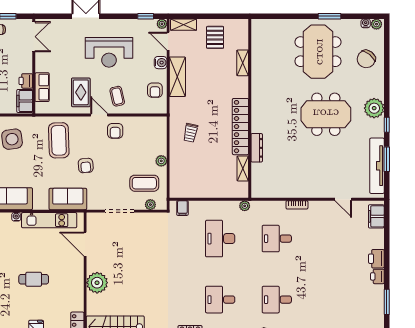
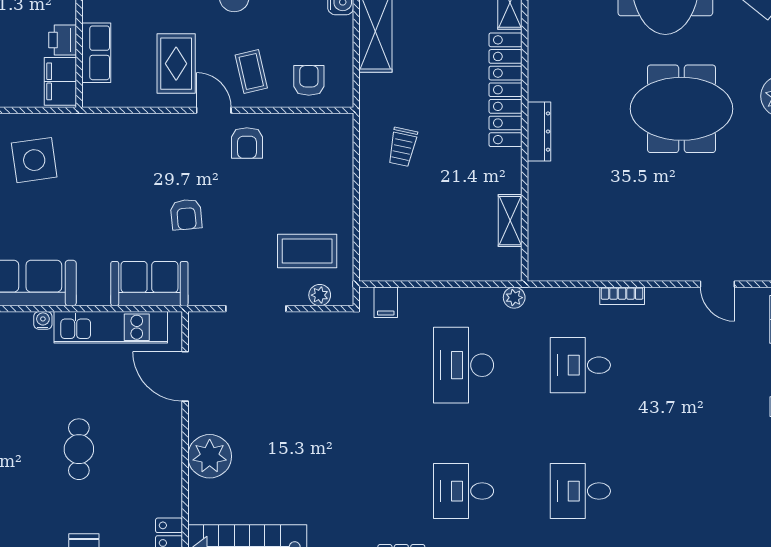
armchair: (155, 90) -> (309, 80), moved, turned 180
locker: (240, 127) -> (506, 90), moved
coffee table: (59, 140) -> (131, 163), removed
dresser: (257, 148) -> (539, 132), moved
plant: (161, 161) -> (342, 205), removed
cafe table: (34, 279) -> (79, 449), turned 90

